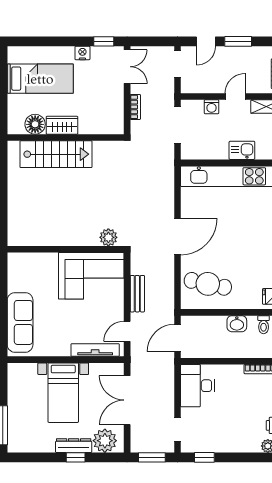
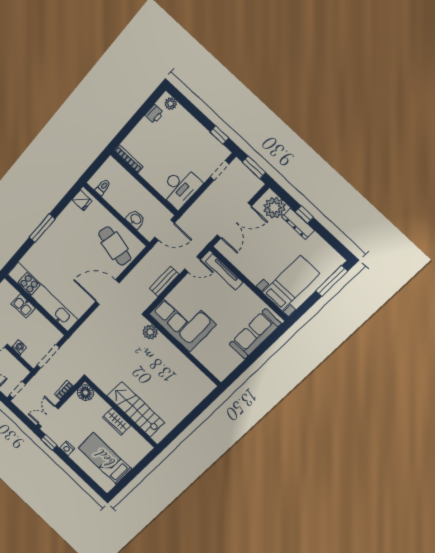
floor lamp: (35, 124) -> (85, 393), moved
washbasin: (237, 324) -> (135, 219), moved
bed with nightstands: (63, 393) -> (291, 283), moved

